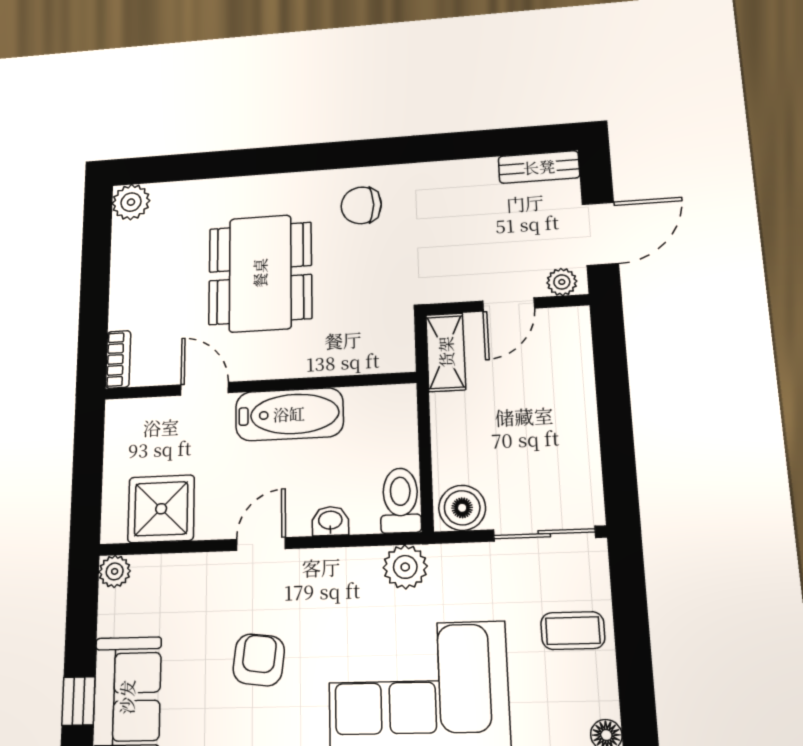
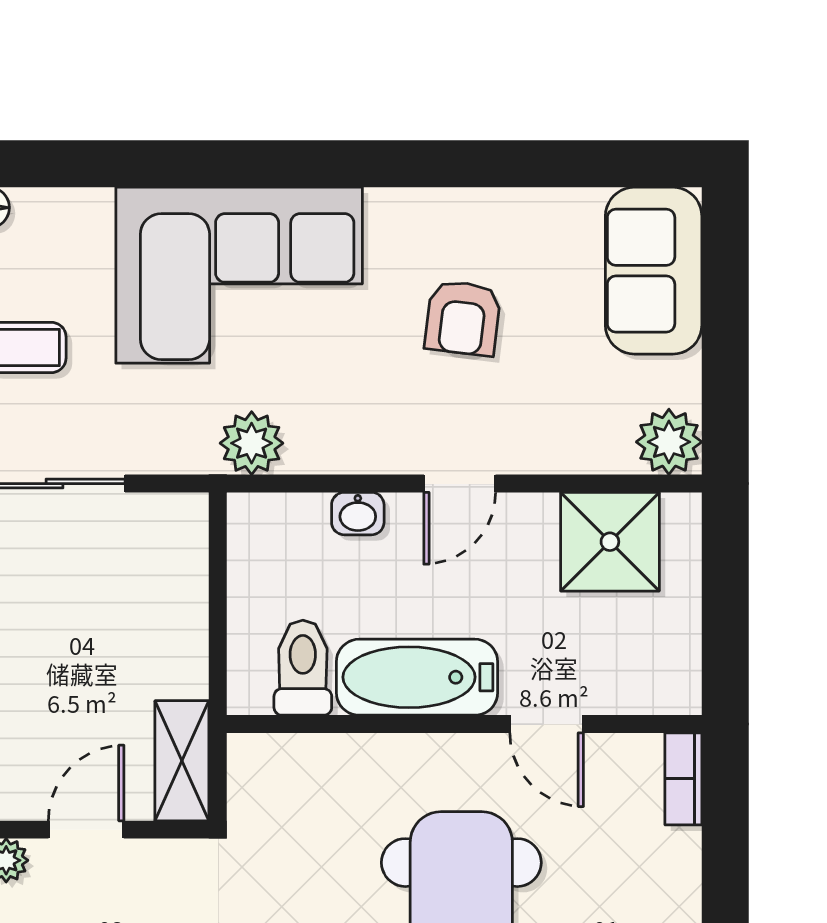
toilet: (400, 500) -> (303, 668), moved, turned 180
boiler: (462, 508) -> (168, 525), removed
plant: (115, 571) -> (669, 442), width x1.38, depth x1.38
window: (78, 701) -> (725, 266), removed

